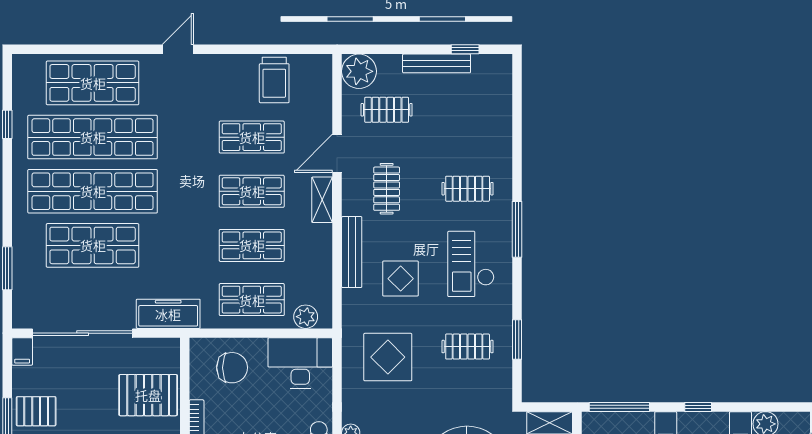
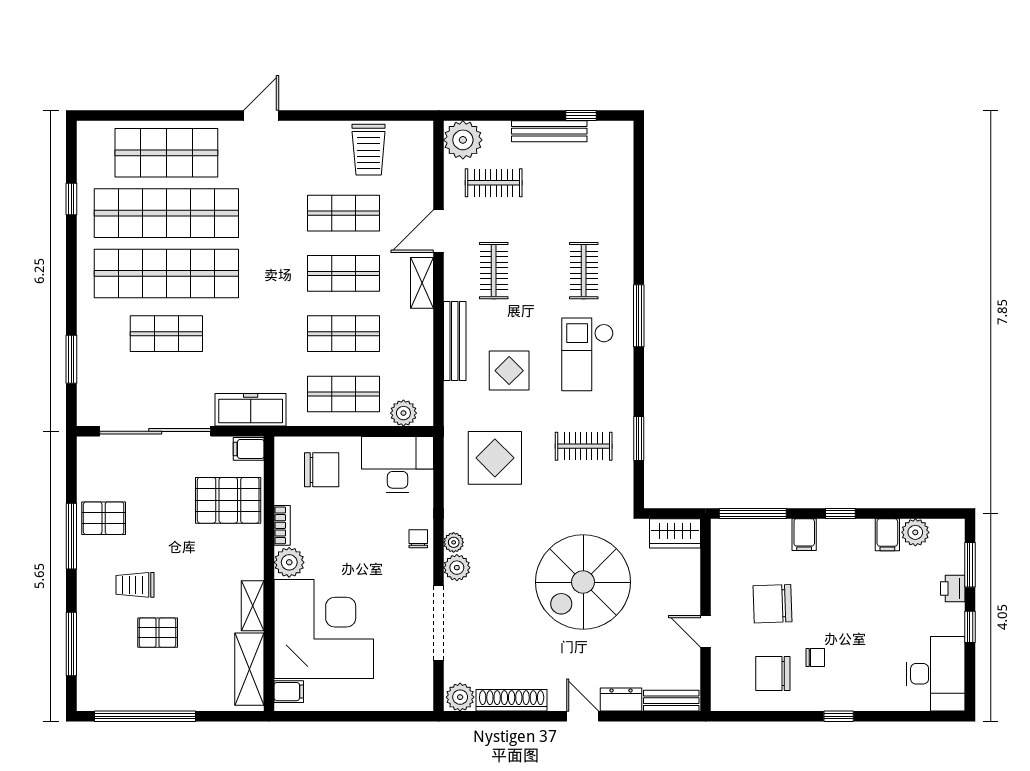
clothes rail: (468, 189) -> (584, 271), turned 90
shop shelf: (93, 245) -> (166, 334), width x0.70, depth x0.74
filing cabinet: (22, 351) -> (249, 449), moved, turned 90

